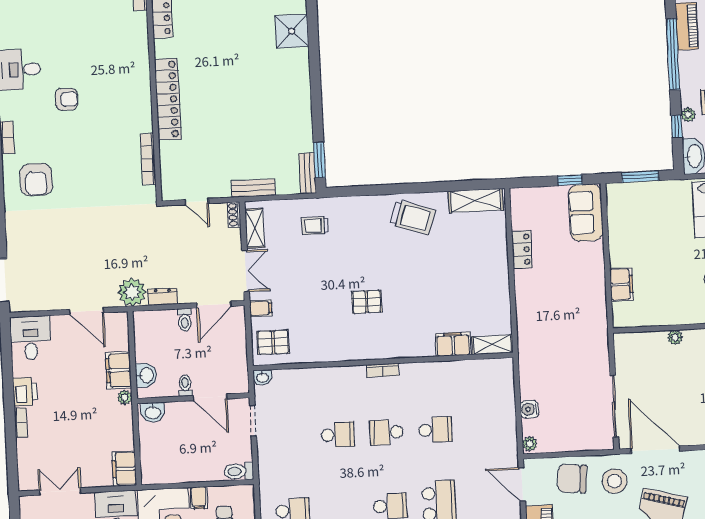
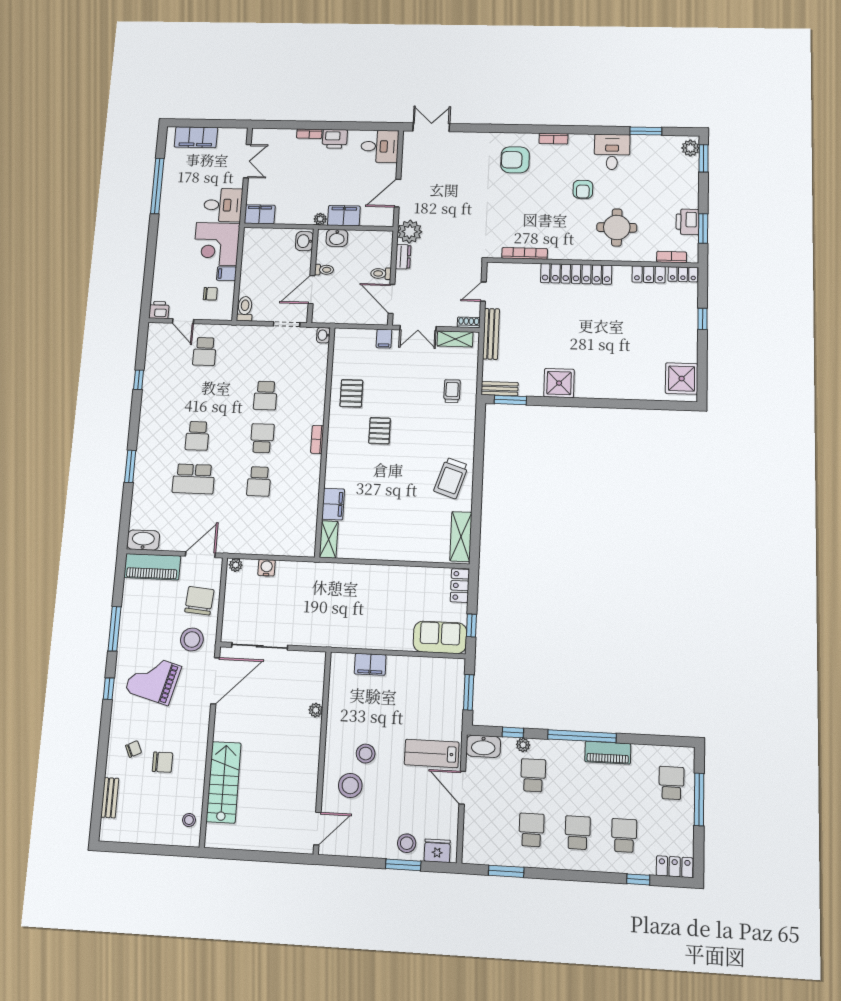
shower: (292, 31) -> (559, 383), moved
round table: (109, 58) -> (617, 227), added
bench: (253, 188) -> (491, 334), width x1.36
locker: (522, 249) -> (460, 586), moved, turned 90
pallet: (273, 342) -> (351, 393), moved

